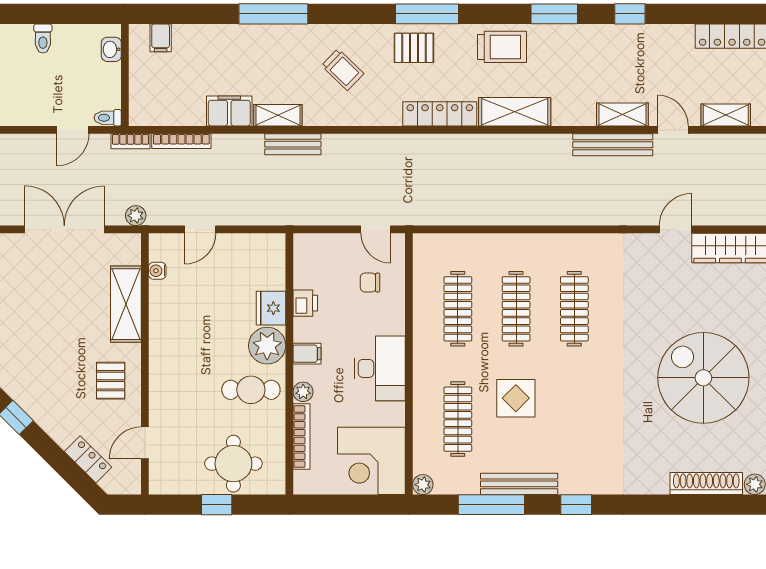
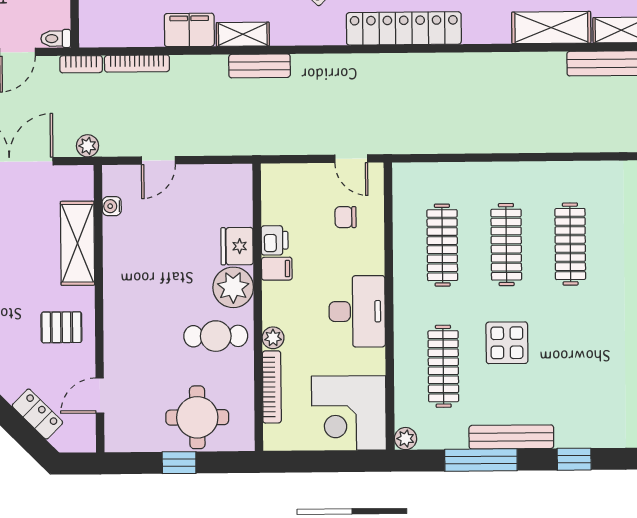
shelving: (515, 112) -> (551, 28), moved
locker: (440, 114) -> (404, 28), width x1.41, depth x1.21
filing cabinet: (307, 354) -> (277, 269), moved
pallet: (111, 381) -> (61, 327), turned 90

